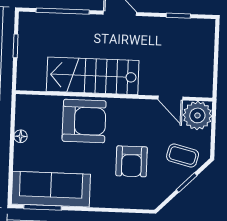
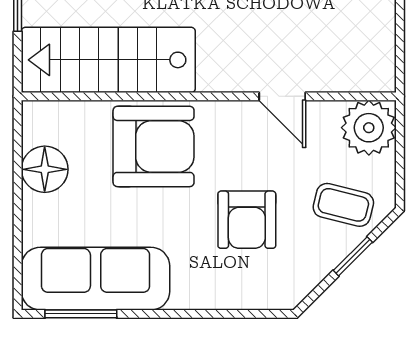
stairs: (93, 76) -> (108, 60), moved
door: (170, 98) -> (282, 96), moved
floor lamp: (21, 136) -> (45, 169), width x1.89, depth x1.89

